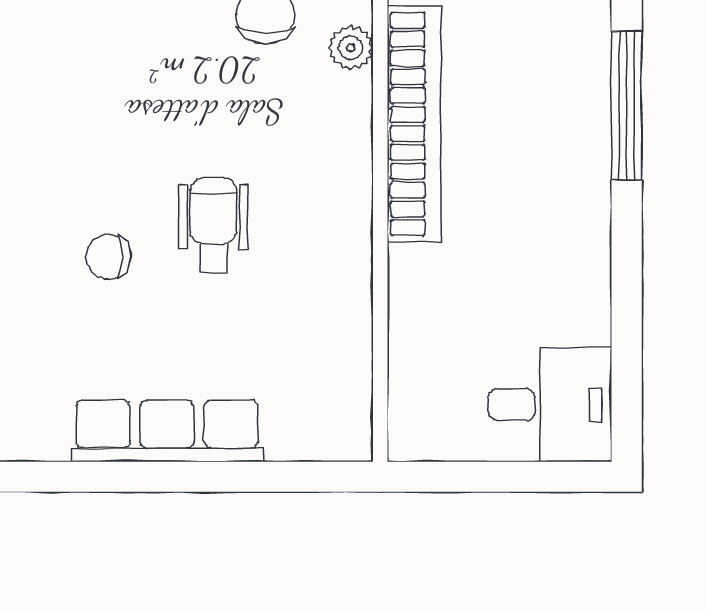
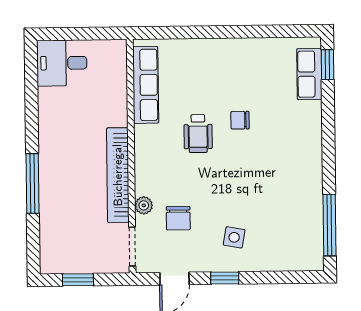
chair: (109, 257) -> (240, 120), turned 180
row of seats: (167, 431) -> (146, 85), moved, turned -90

